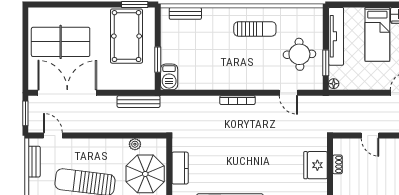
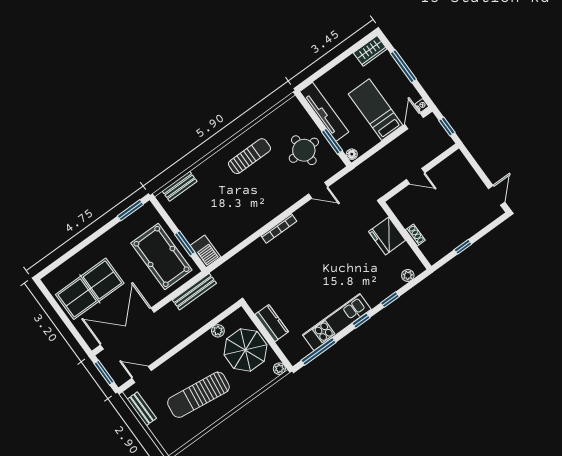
bed: (377, 34) -> (375, 110), moved, turned 180
pool table: (126, 36) -> (161, 256), moved
shoe rack: (338, 164) -> (415, 235), moved

